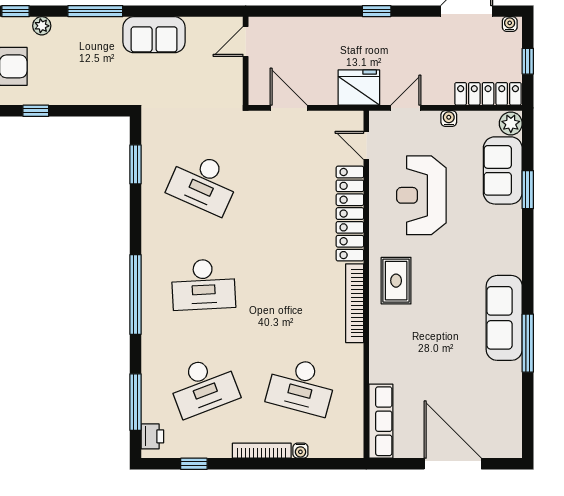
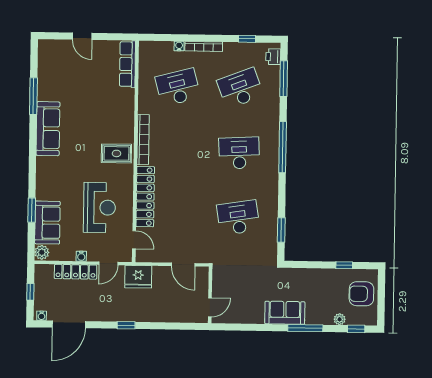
sofa: (154, 35) -> (285, 313), moved
locker: (488, 94) -> (76, 272), moved
desk: (203, 183) -> (238, 218), turned -33
rug: (396, 281) -> (116, 153), turned 90
window: (528, 343) -> (33, 96), moved
desk: (301, 386) -> (178, 87), turned -30
door: (453, 464) -> (82, 36), width x0.53

